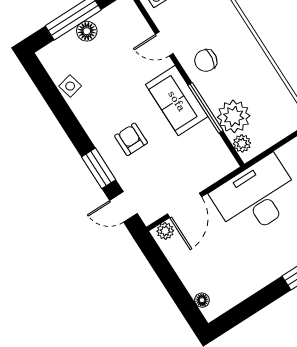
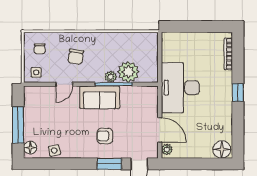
floor lamp: (87, 31) -> (30, 148), moved
chair: (206, 60) -> (76, 57), moved
plant: (242, 143) -> (111, 77), moved
floor lamp: (202, 300) -> (222, 149), width x1.89, depth x1.89

